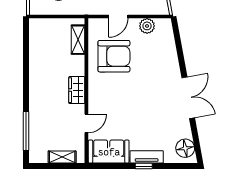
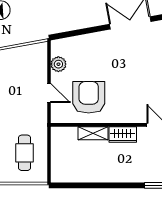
shelving: (78, 40) -> (93, 133), moved

